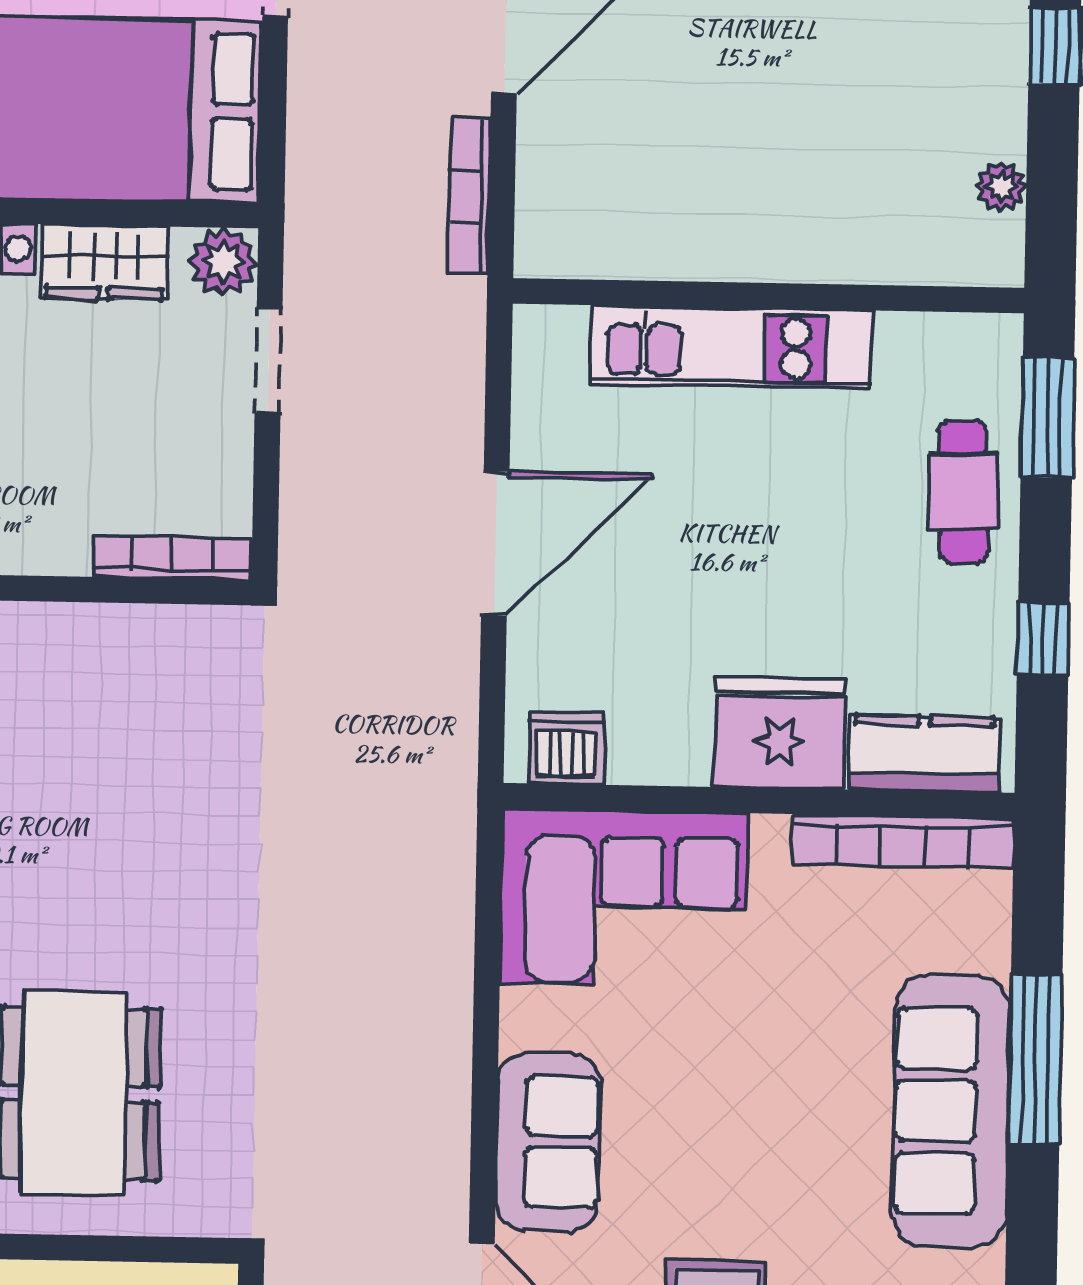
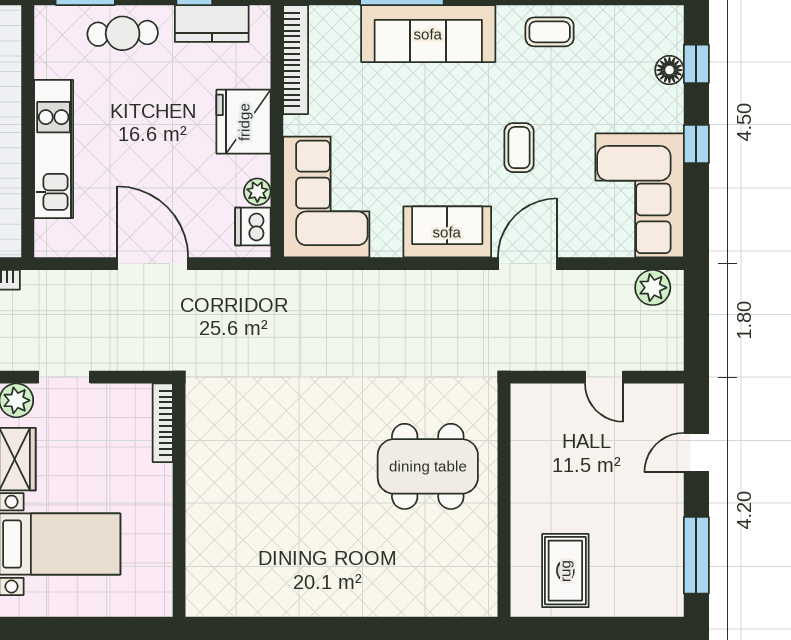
kitchen counter: (924, 754) -> (212, 24), moved, turned -90
plant: (637, 758) -> (257, 192), added

